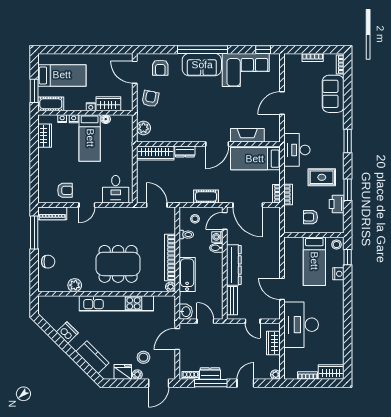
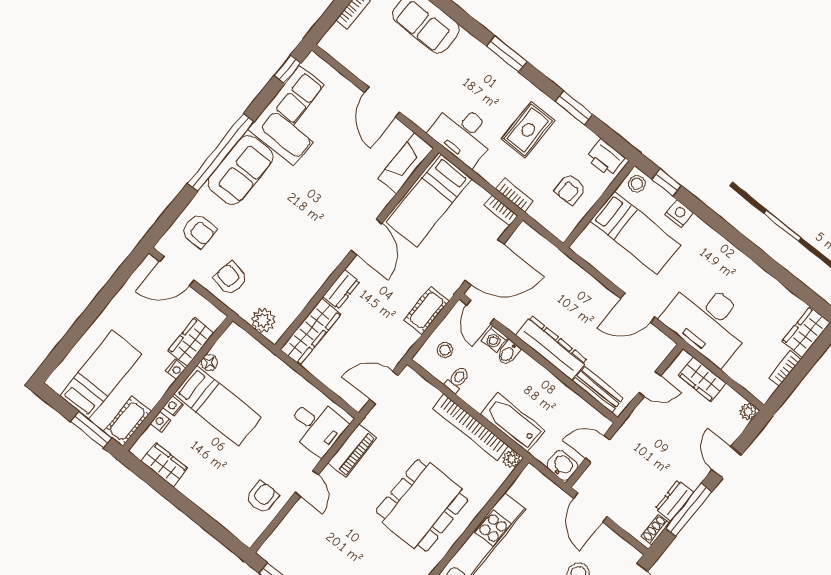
fireplace: (247, 135) -> (406, 163), moved
printer: (337, 204) -> (605, 158), moved
piano: (52, 213) -> (352, 450), moved

